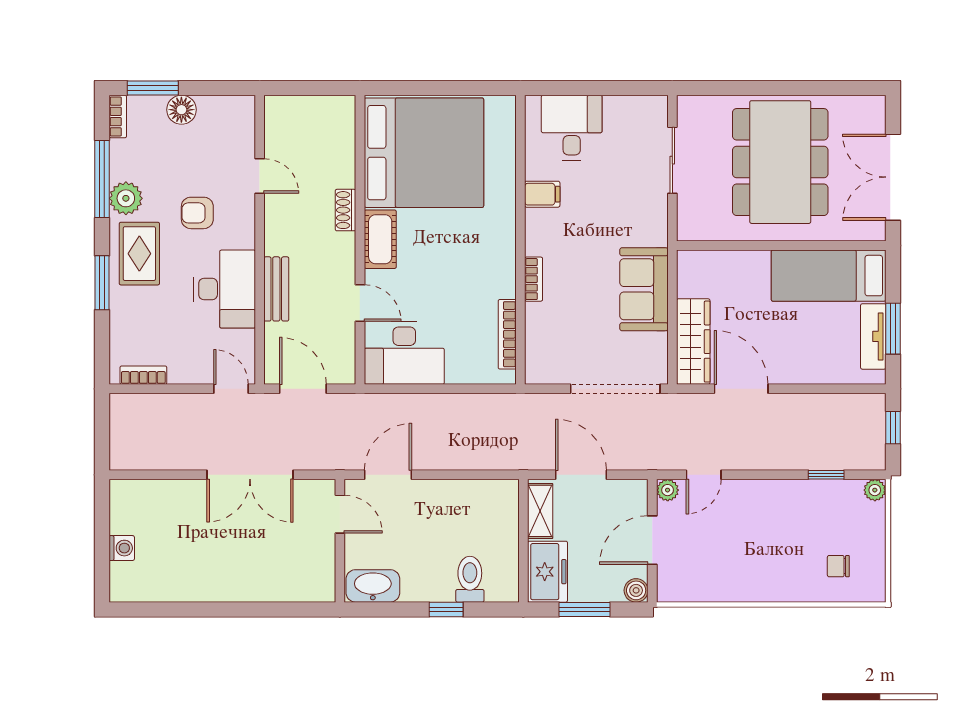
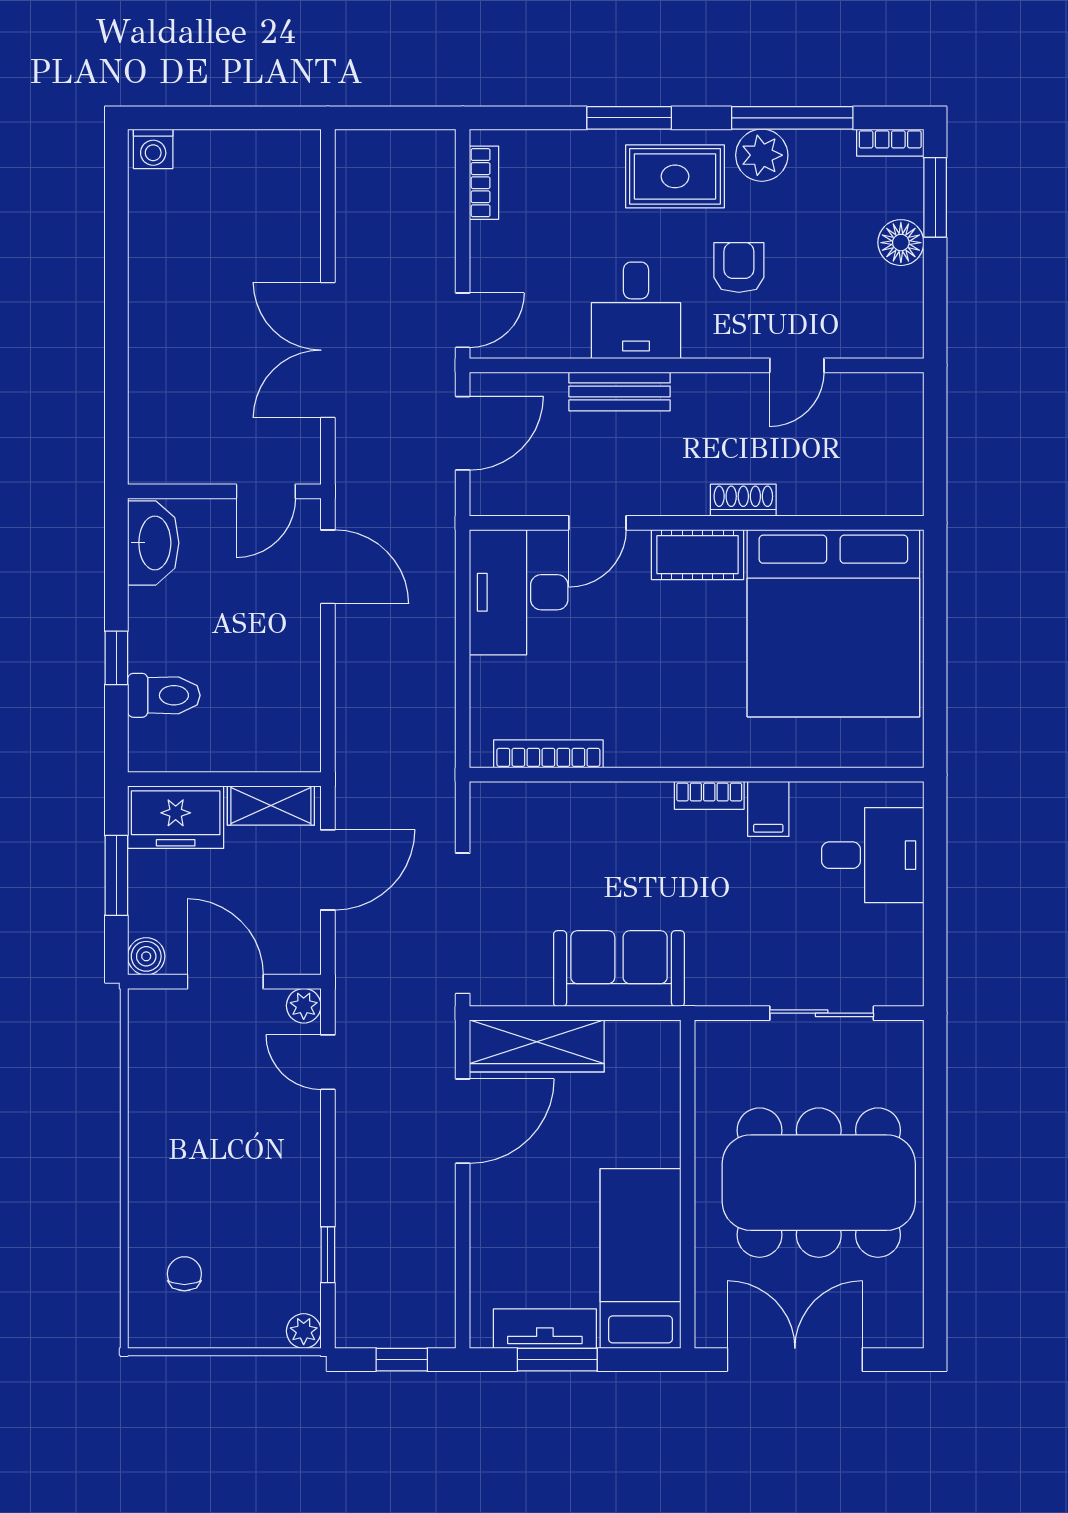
bookcase: (534, 279) -> (709, 795), moved
desk: (225, 289) -> (636, 310), width x0.73
washing machine: (122, 548) -> (153, 149), moved

